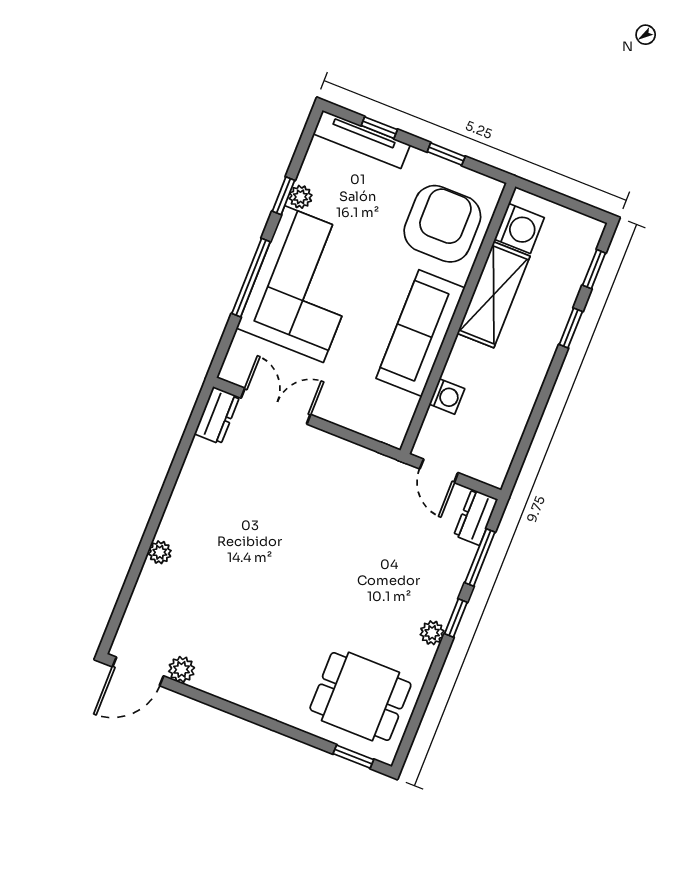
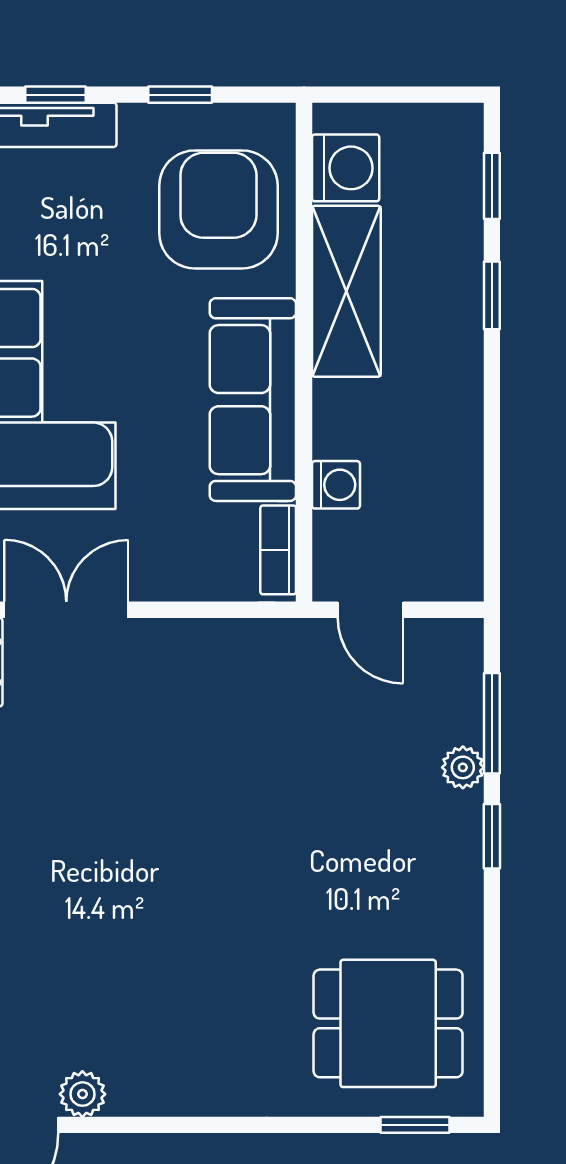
bookcase: (402, 419) -> (278, 550), added
dresser: (476, 517) -> (459, 661), removed
plant: (432, 633) -> (463, 767), moved

